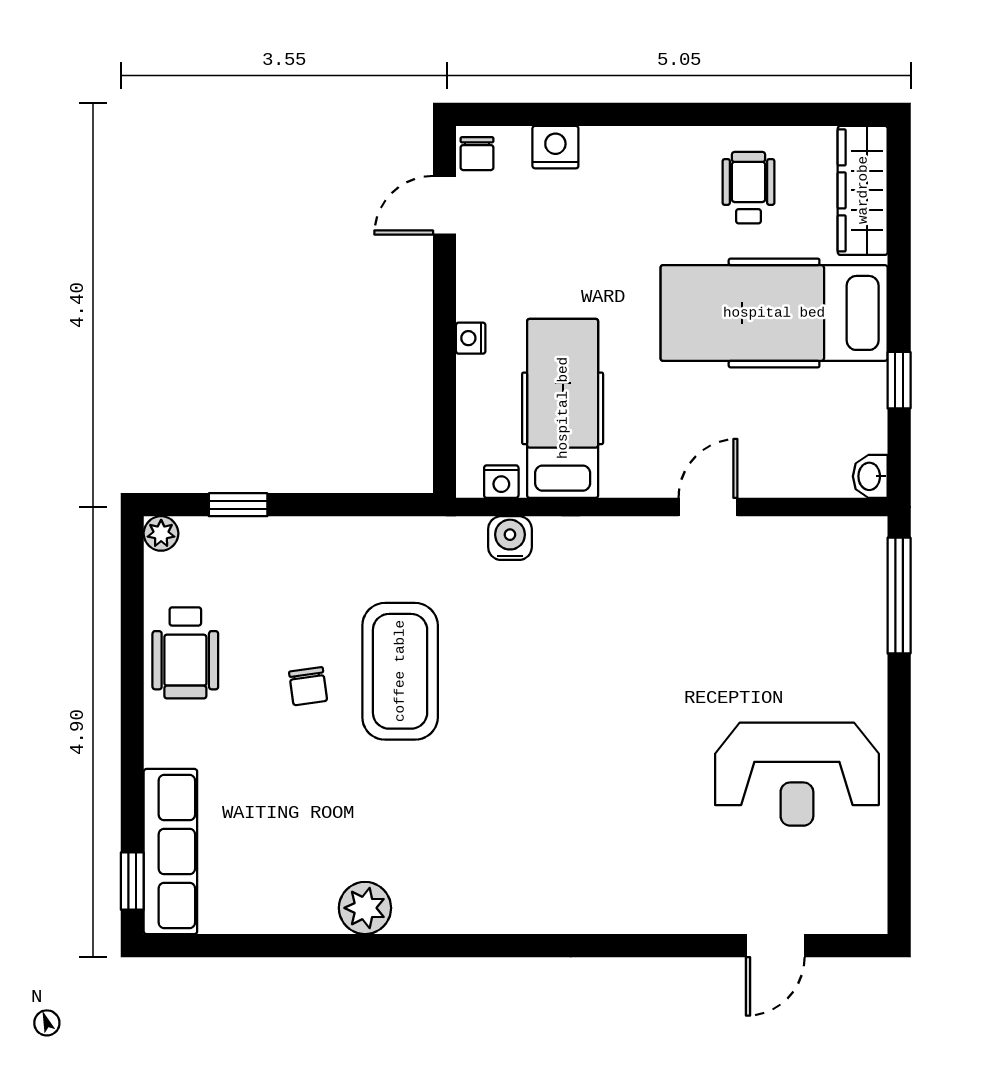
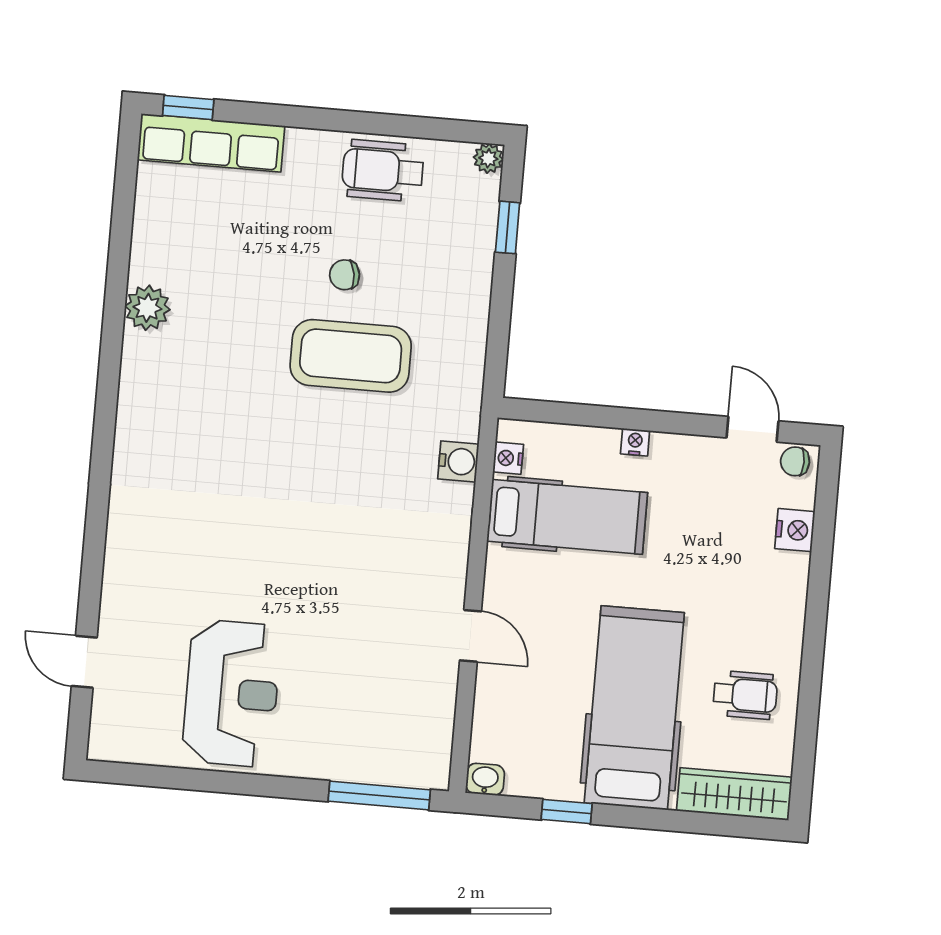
reception desk: (797, 774) -> (232, 693), turned 180

